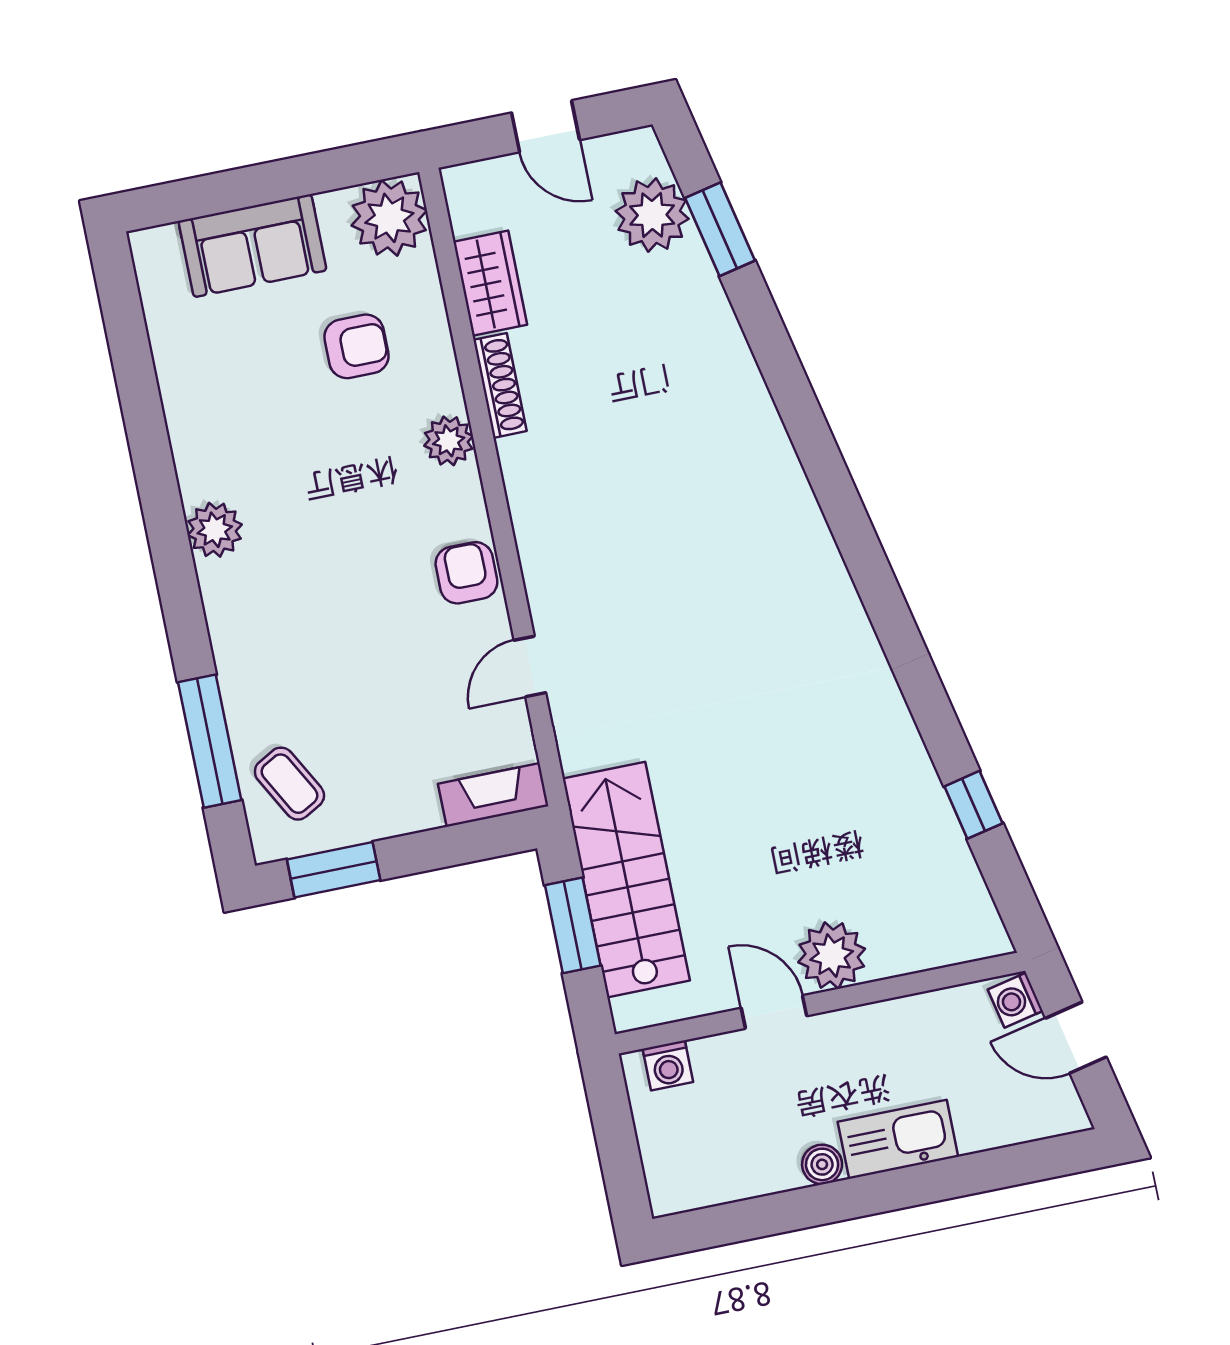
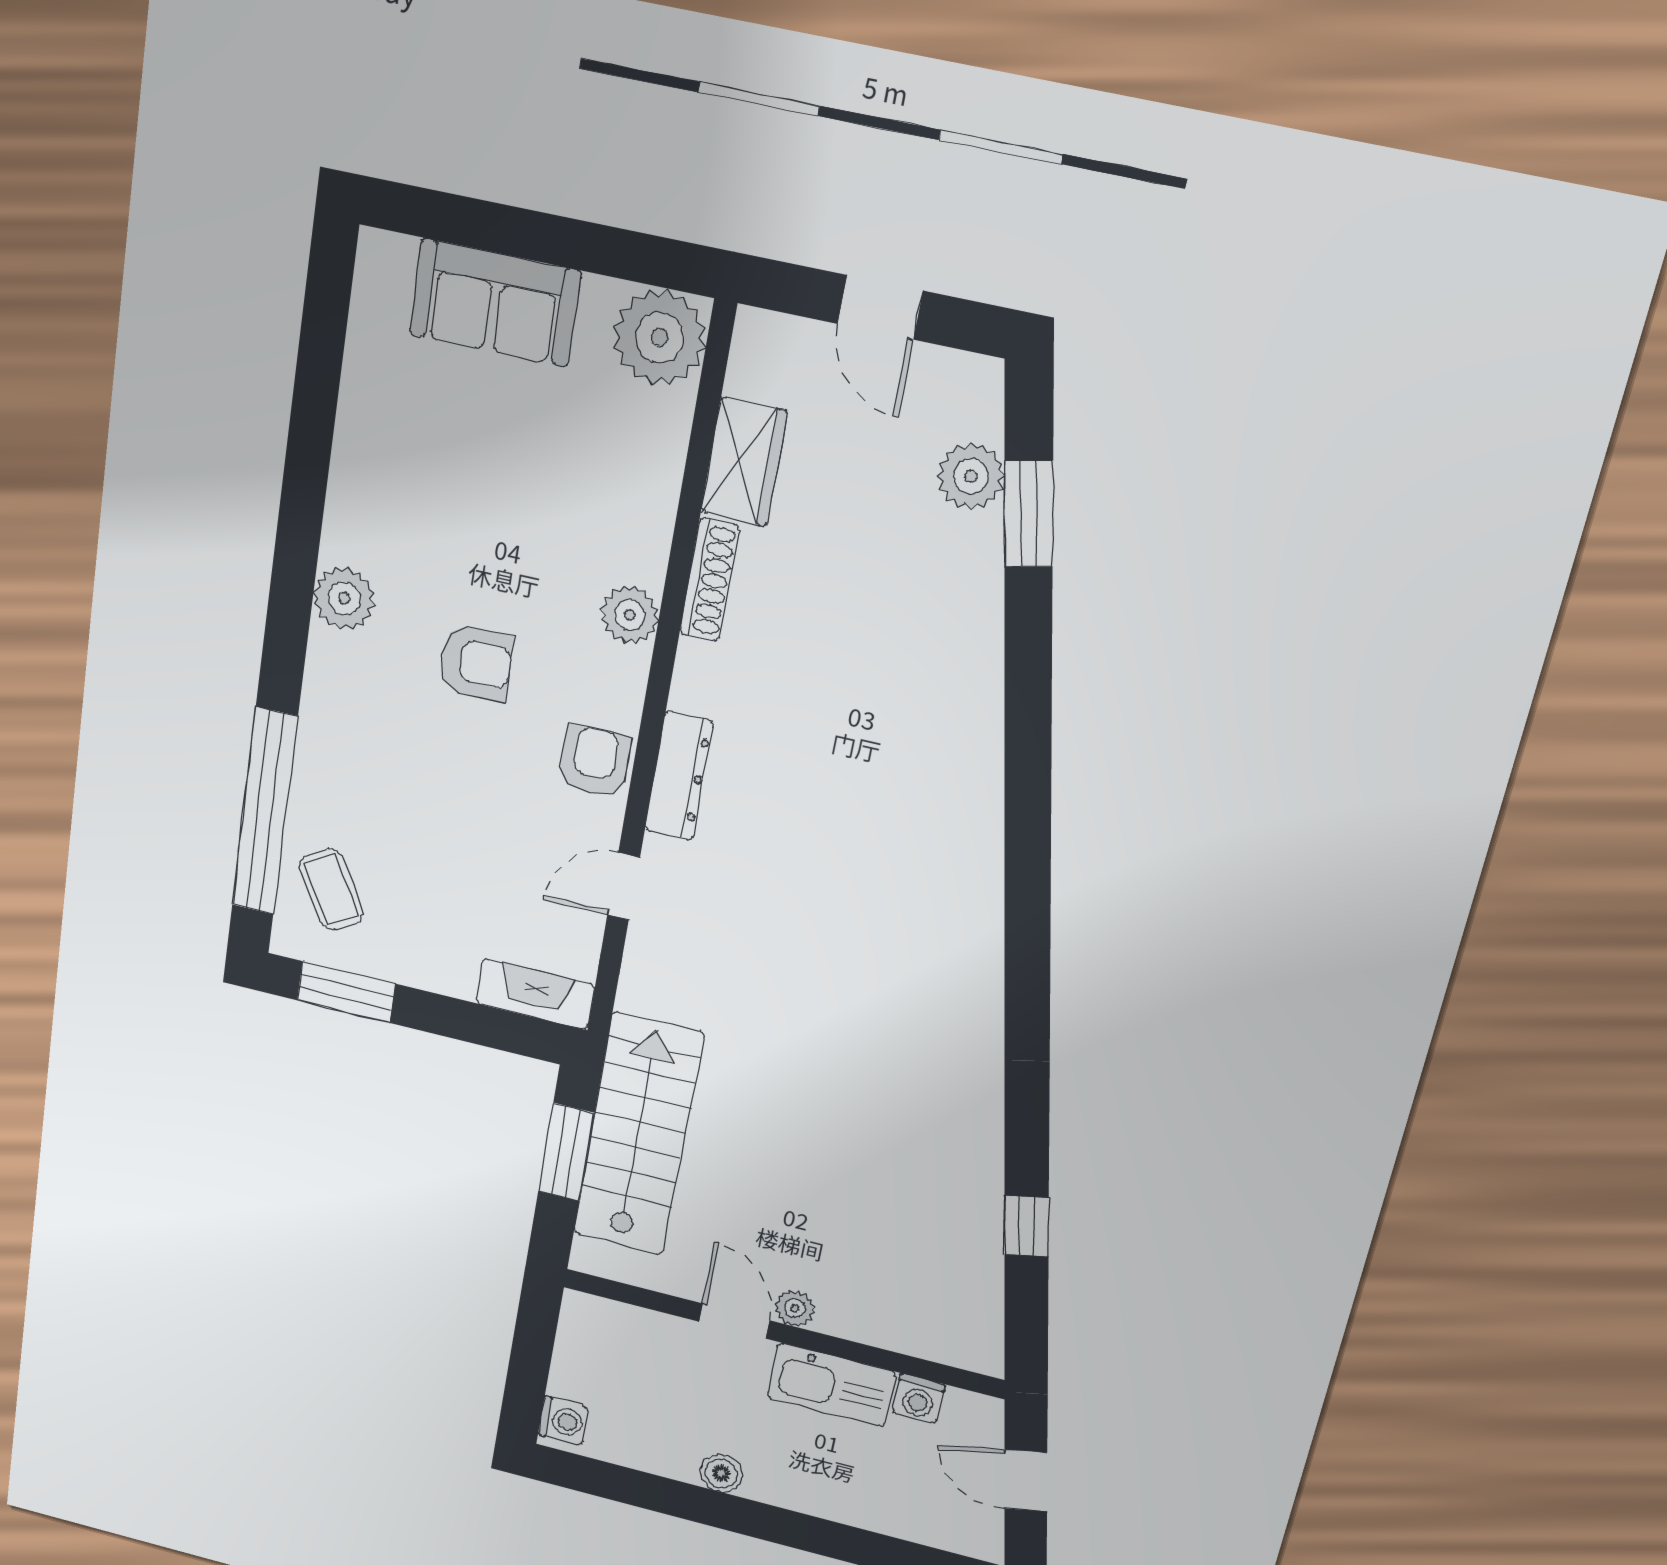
plant: (652, 215) -> (971, 476), width x0.73, depth x0.73
armchair: (356, 346) -> (476, 662), moved
dresser: (539, 553) -> (679, 776), added
window: (210, 741) -> (265, 812), width x1.46
plant: (832, 956) -> (795, 1308), width x0.53, depth x0.53
washing machine: (1015, 1000) -> (919, 1399), moved, turned -78
washing machine: (668, 1065) -> (563, 1421), moved, turned -90
kitchen sink: (898, 1139) -> (831, 1385), moved, turned 180

